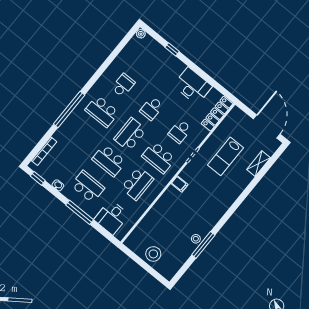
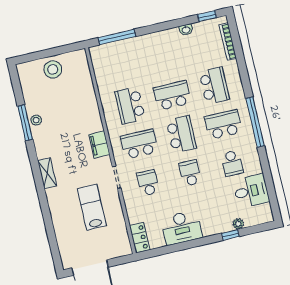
plant: (141, 34) -> (238, 224), moved
window: (69, 109) -> (255, 122), moved
locker: (217, 114) -> (140, 238), width x0.66
shelving: (259, 164) -> (47, 173), moved
filing cabinet: (179, 184) -> (99, 144), width x2.00
school desk: (88, 187) -> (214, 86), moved, turned -90
window: (80, 212) -> (117, 37), moved
desk: (112, 217) -> (251, 191), moved, turned 90

